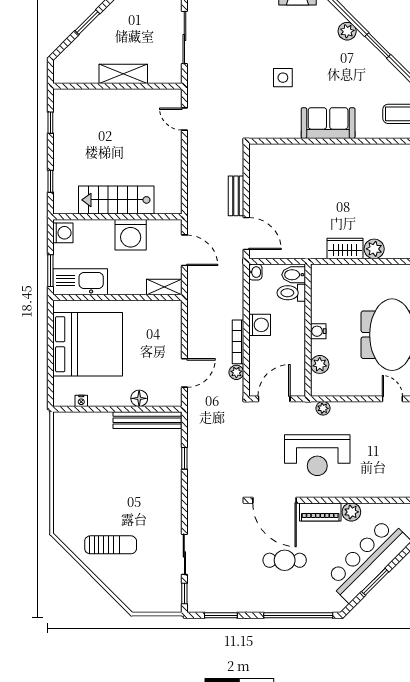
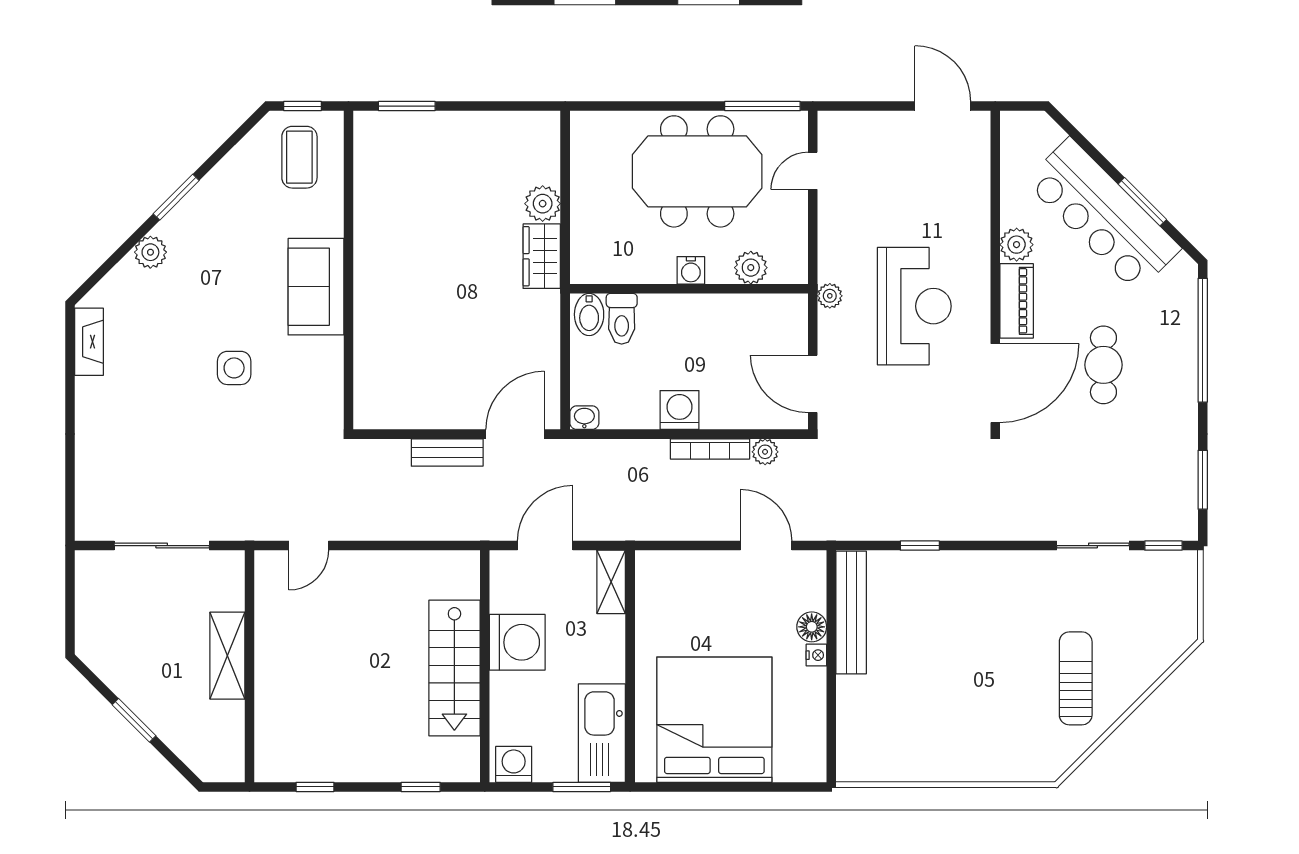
bidet: (294, 275) -> (589, 314), moved
toilet: (291, 293) -> (622, 319), moved
wall: (308, 330) -> (689, 289), moved
water cooler: (318, 331) -> (691, 270), moved
plant: (320, 364) -> (751, 268), moved
nightstand: (81, 401) -> (816, 655), moved

